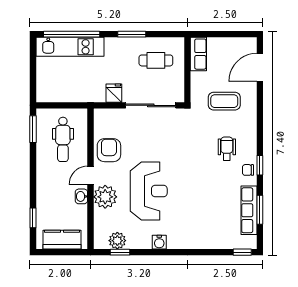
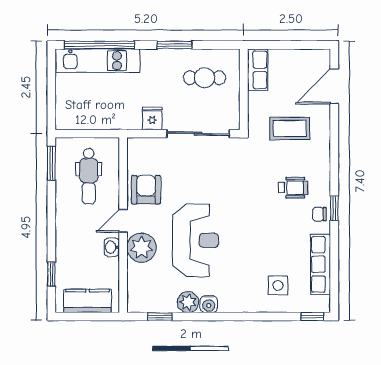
wheelchair: (227, 149) -> (293, 188), turned 90
window: (260, 210) -> (334, 264), removed
side table: (215, 227) -> (278, 285), added
plant: (117, 241) -> (188, 302), moved

